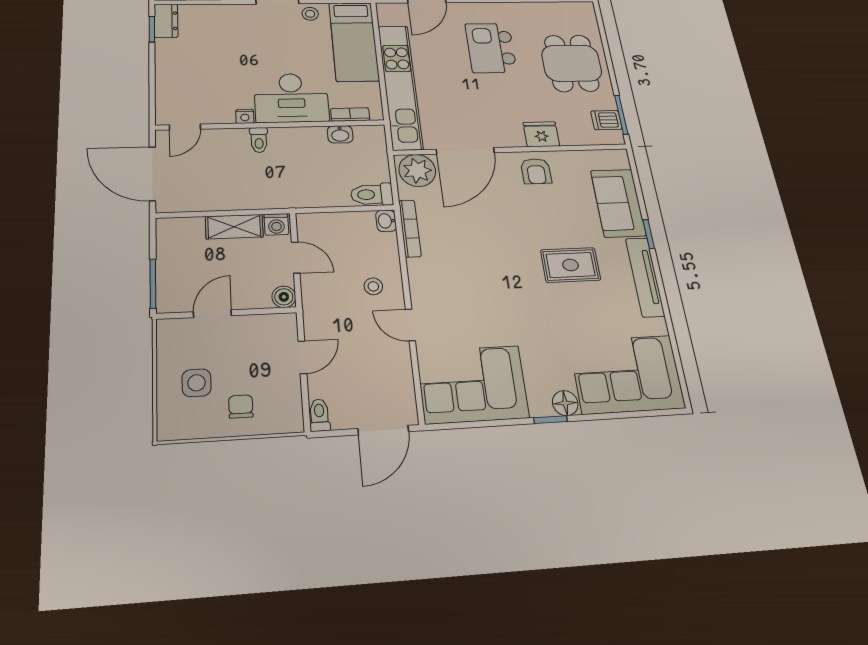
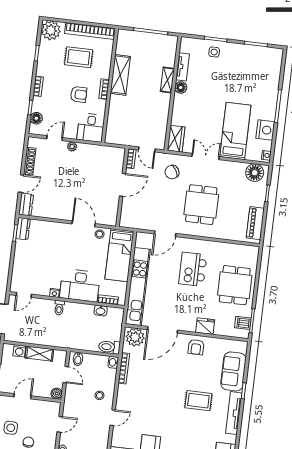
washing machine: (276, 224) -> (19, 351), moved
bidet: (315, 225) -> (78, 359), added
door: (410, 325) -> (113, 418), swing flipped

